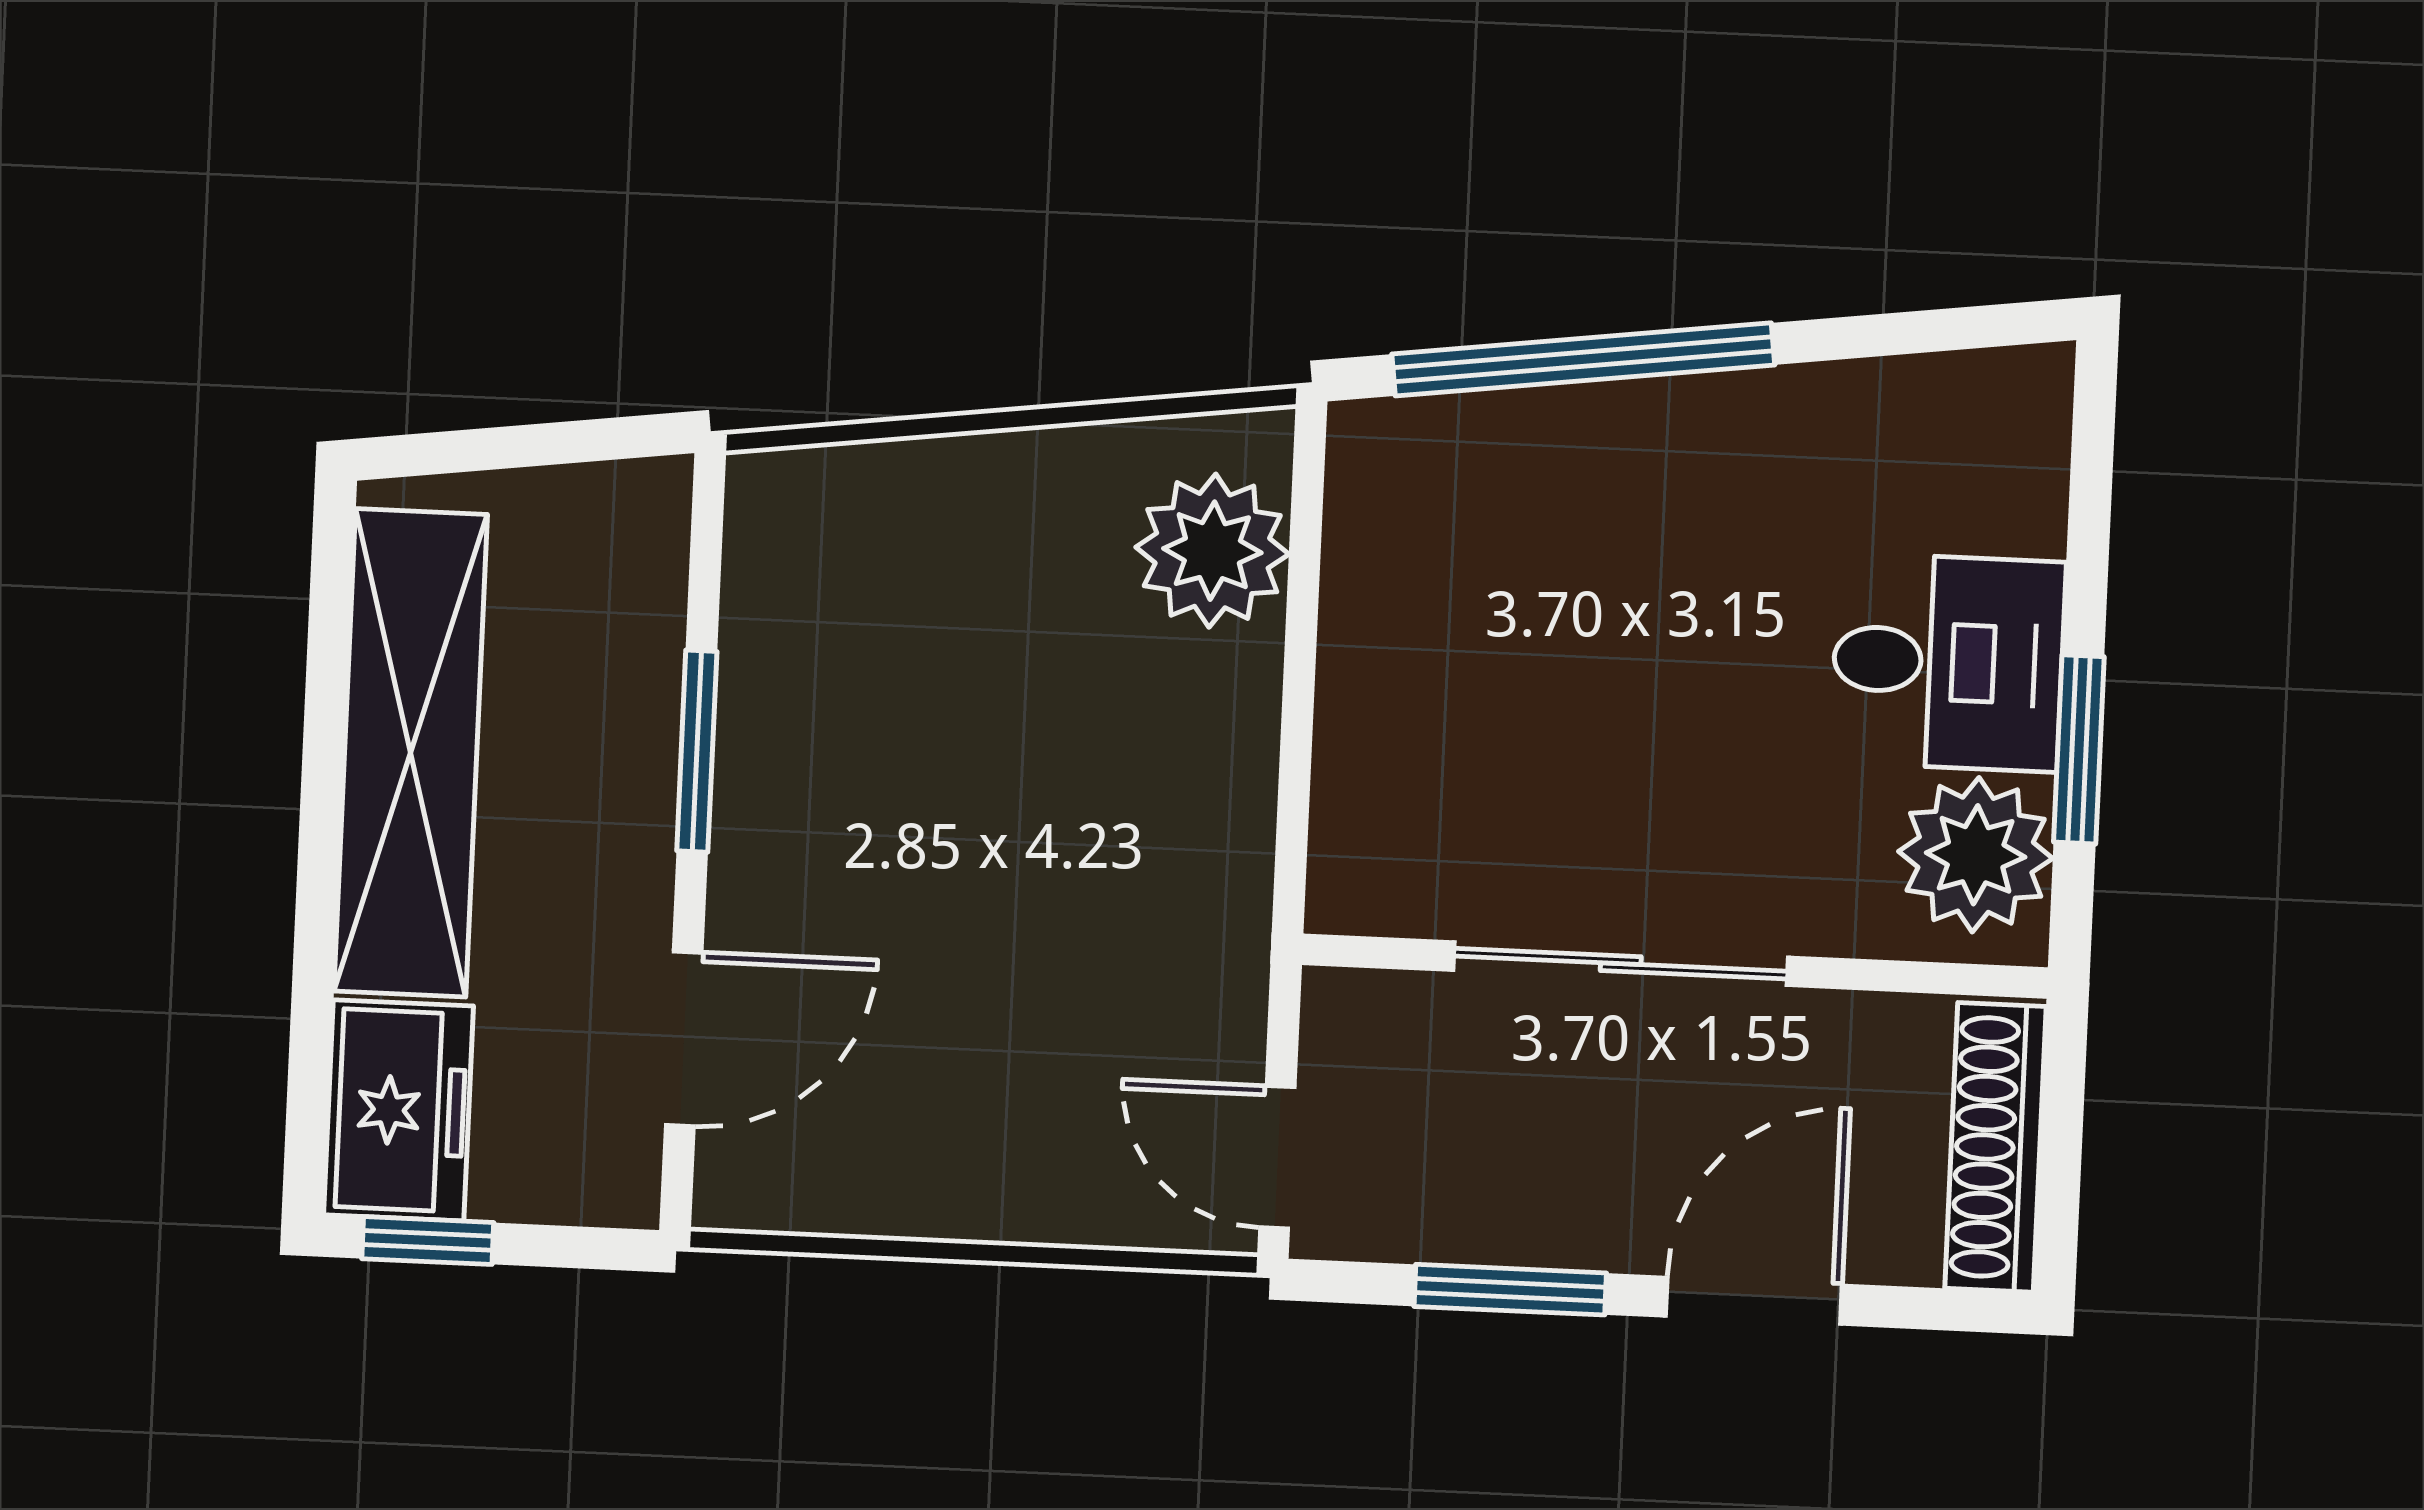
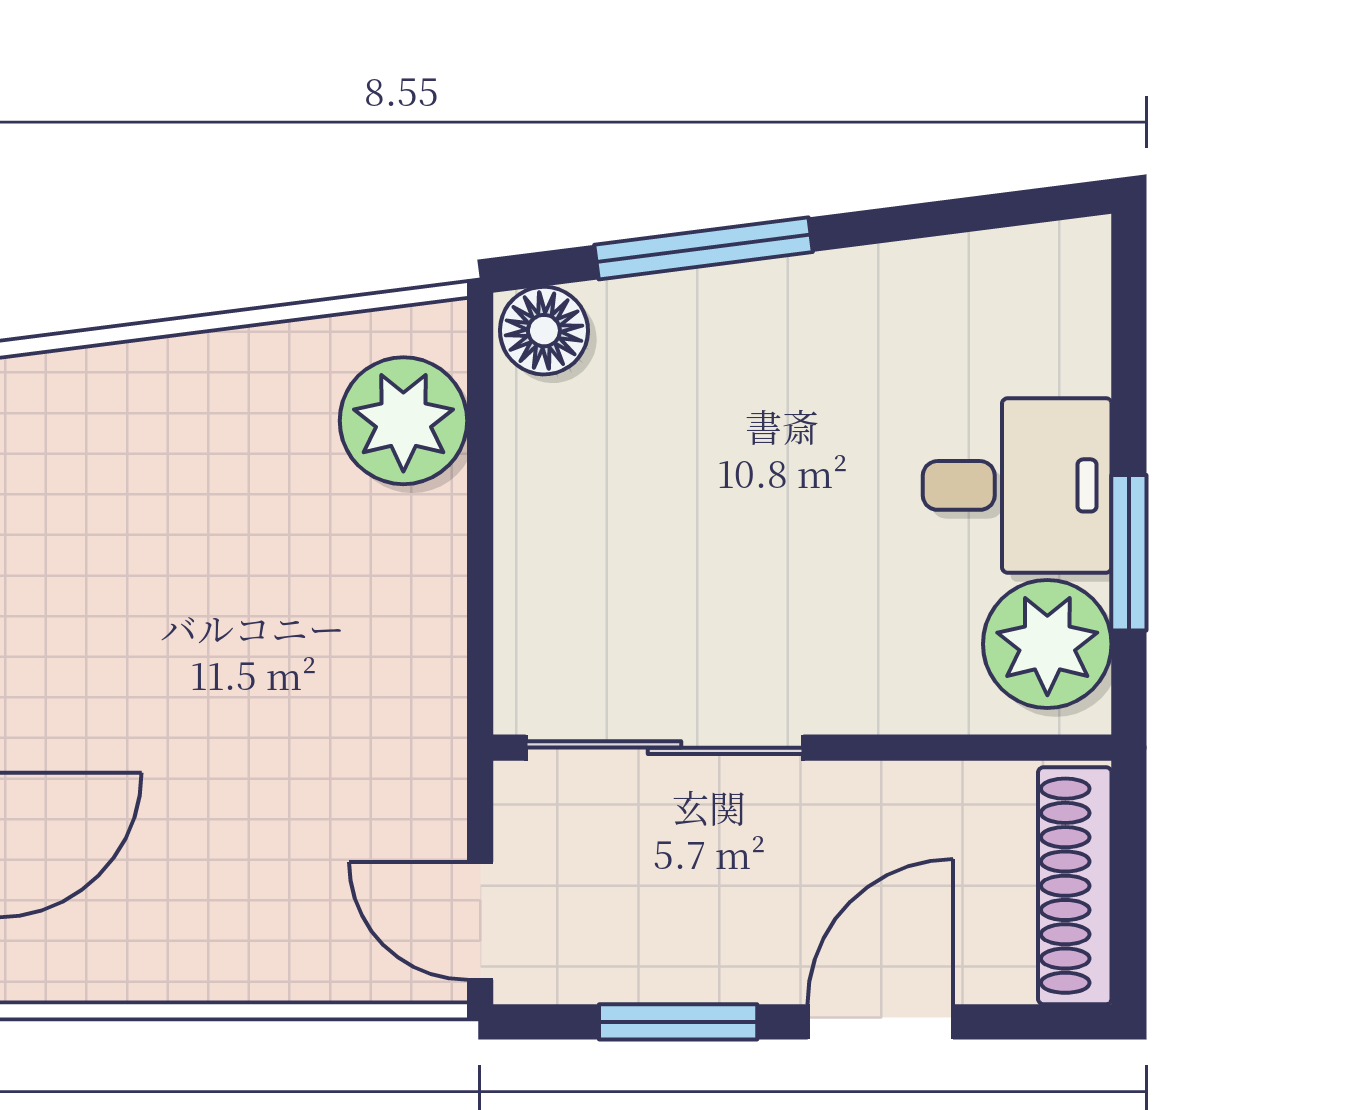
window: (1583, 359) -> (704, 248), width x0.68
floor lamp: (1386, 450) -> (544, 331), added
sliding door: (1621, 964) -> (664, 748), moved

